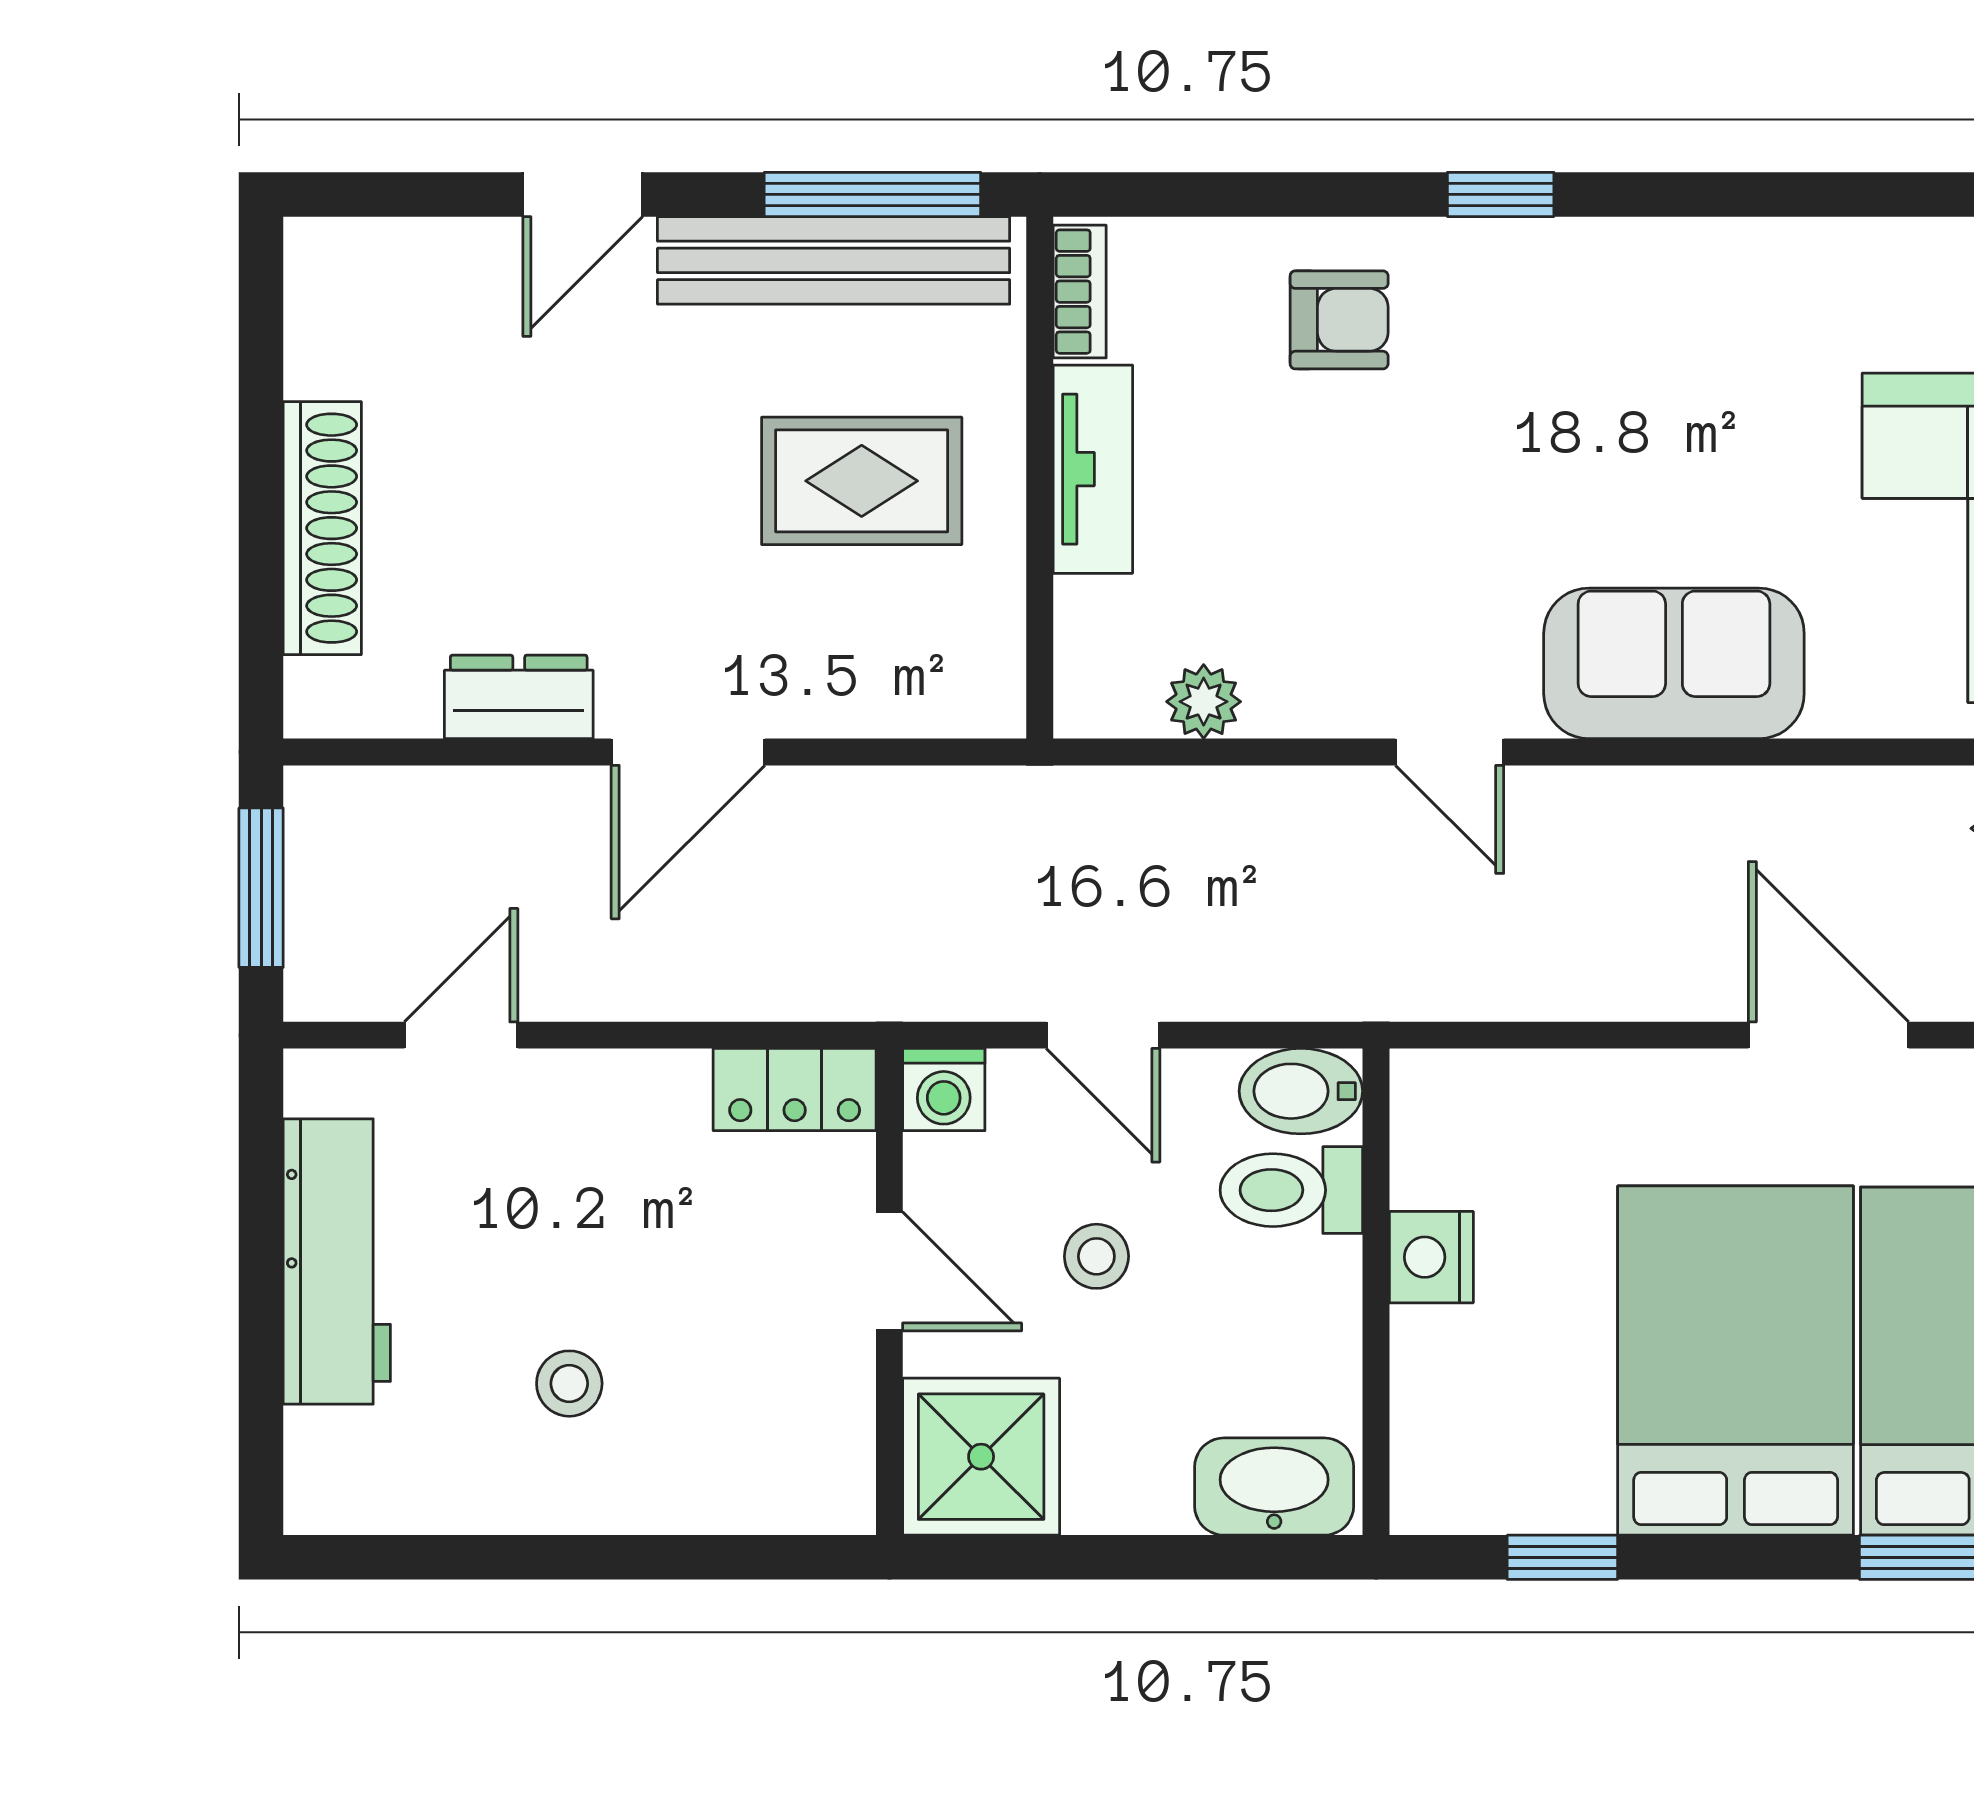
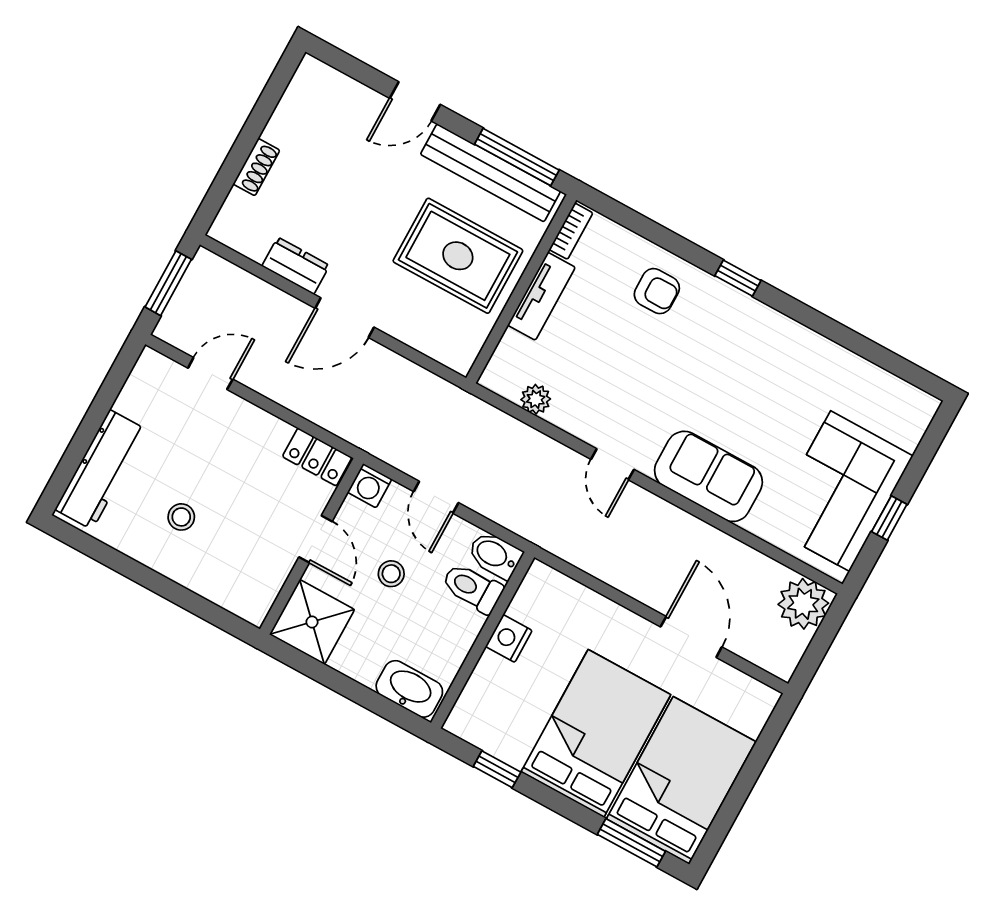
rug: (862, 481) -> (458, 256), width x1.36, depth x1.43
shoe rack: (322, 528) -> (256, 167), width x0.51, depth x0.81
workbench: (337, 1262) -> (101, 470), moved

